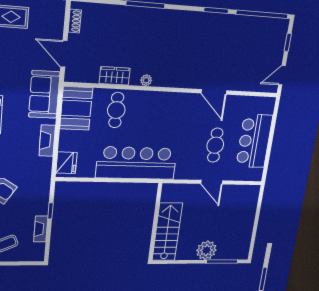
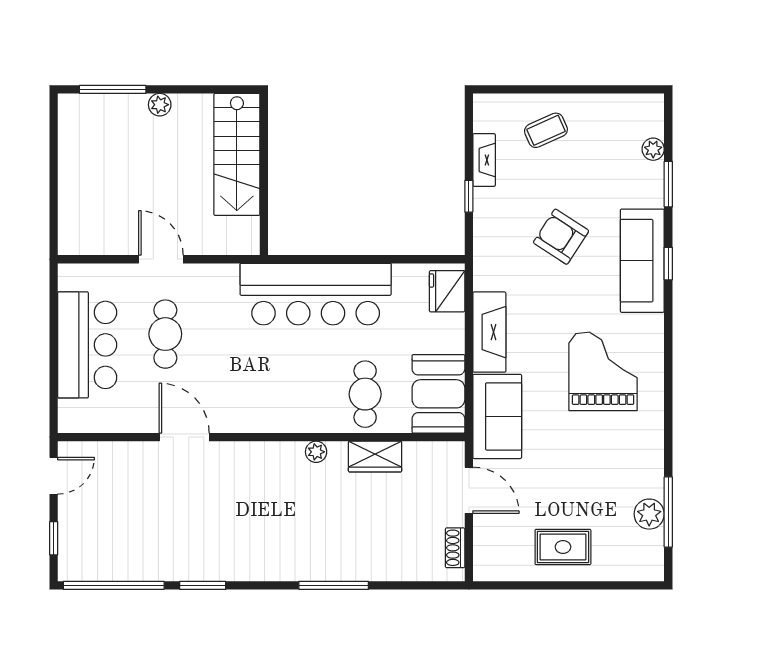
fireplace: (47, 141) -> (489, 332), width x1.37, depth x1.32
plant: (206, 250) -> (160, 105), width x0.53, depth x0.53

